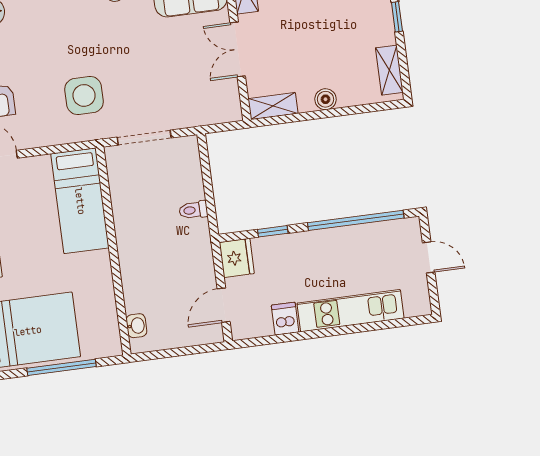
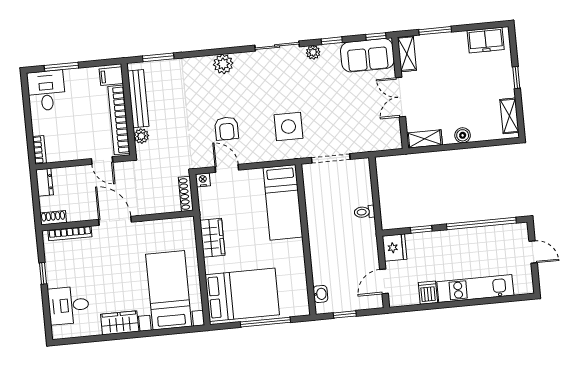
window: (171, 353) -> (345, 314), added

